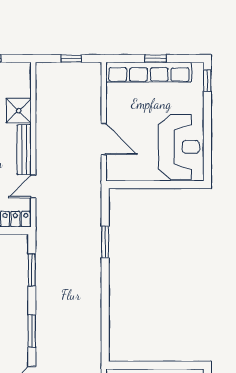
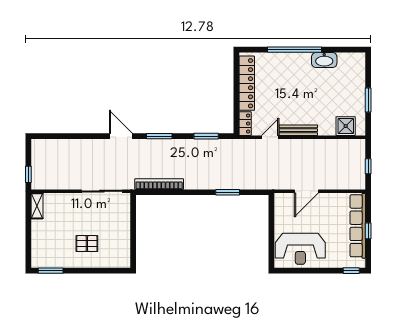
shower: (19, 111) -> (346, 126), moved
door: (33, 187) -> (270, 137), hinge flipped
bookcase: (94, 331) -> (159, 184), added

